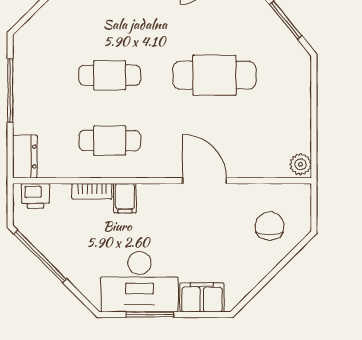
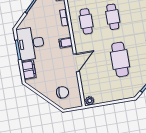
filing cabinet: (125, 198) -> (66, 43), moved

